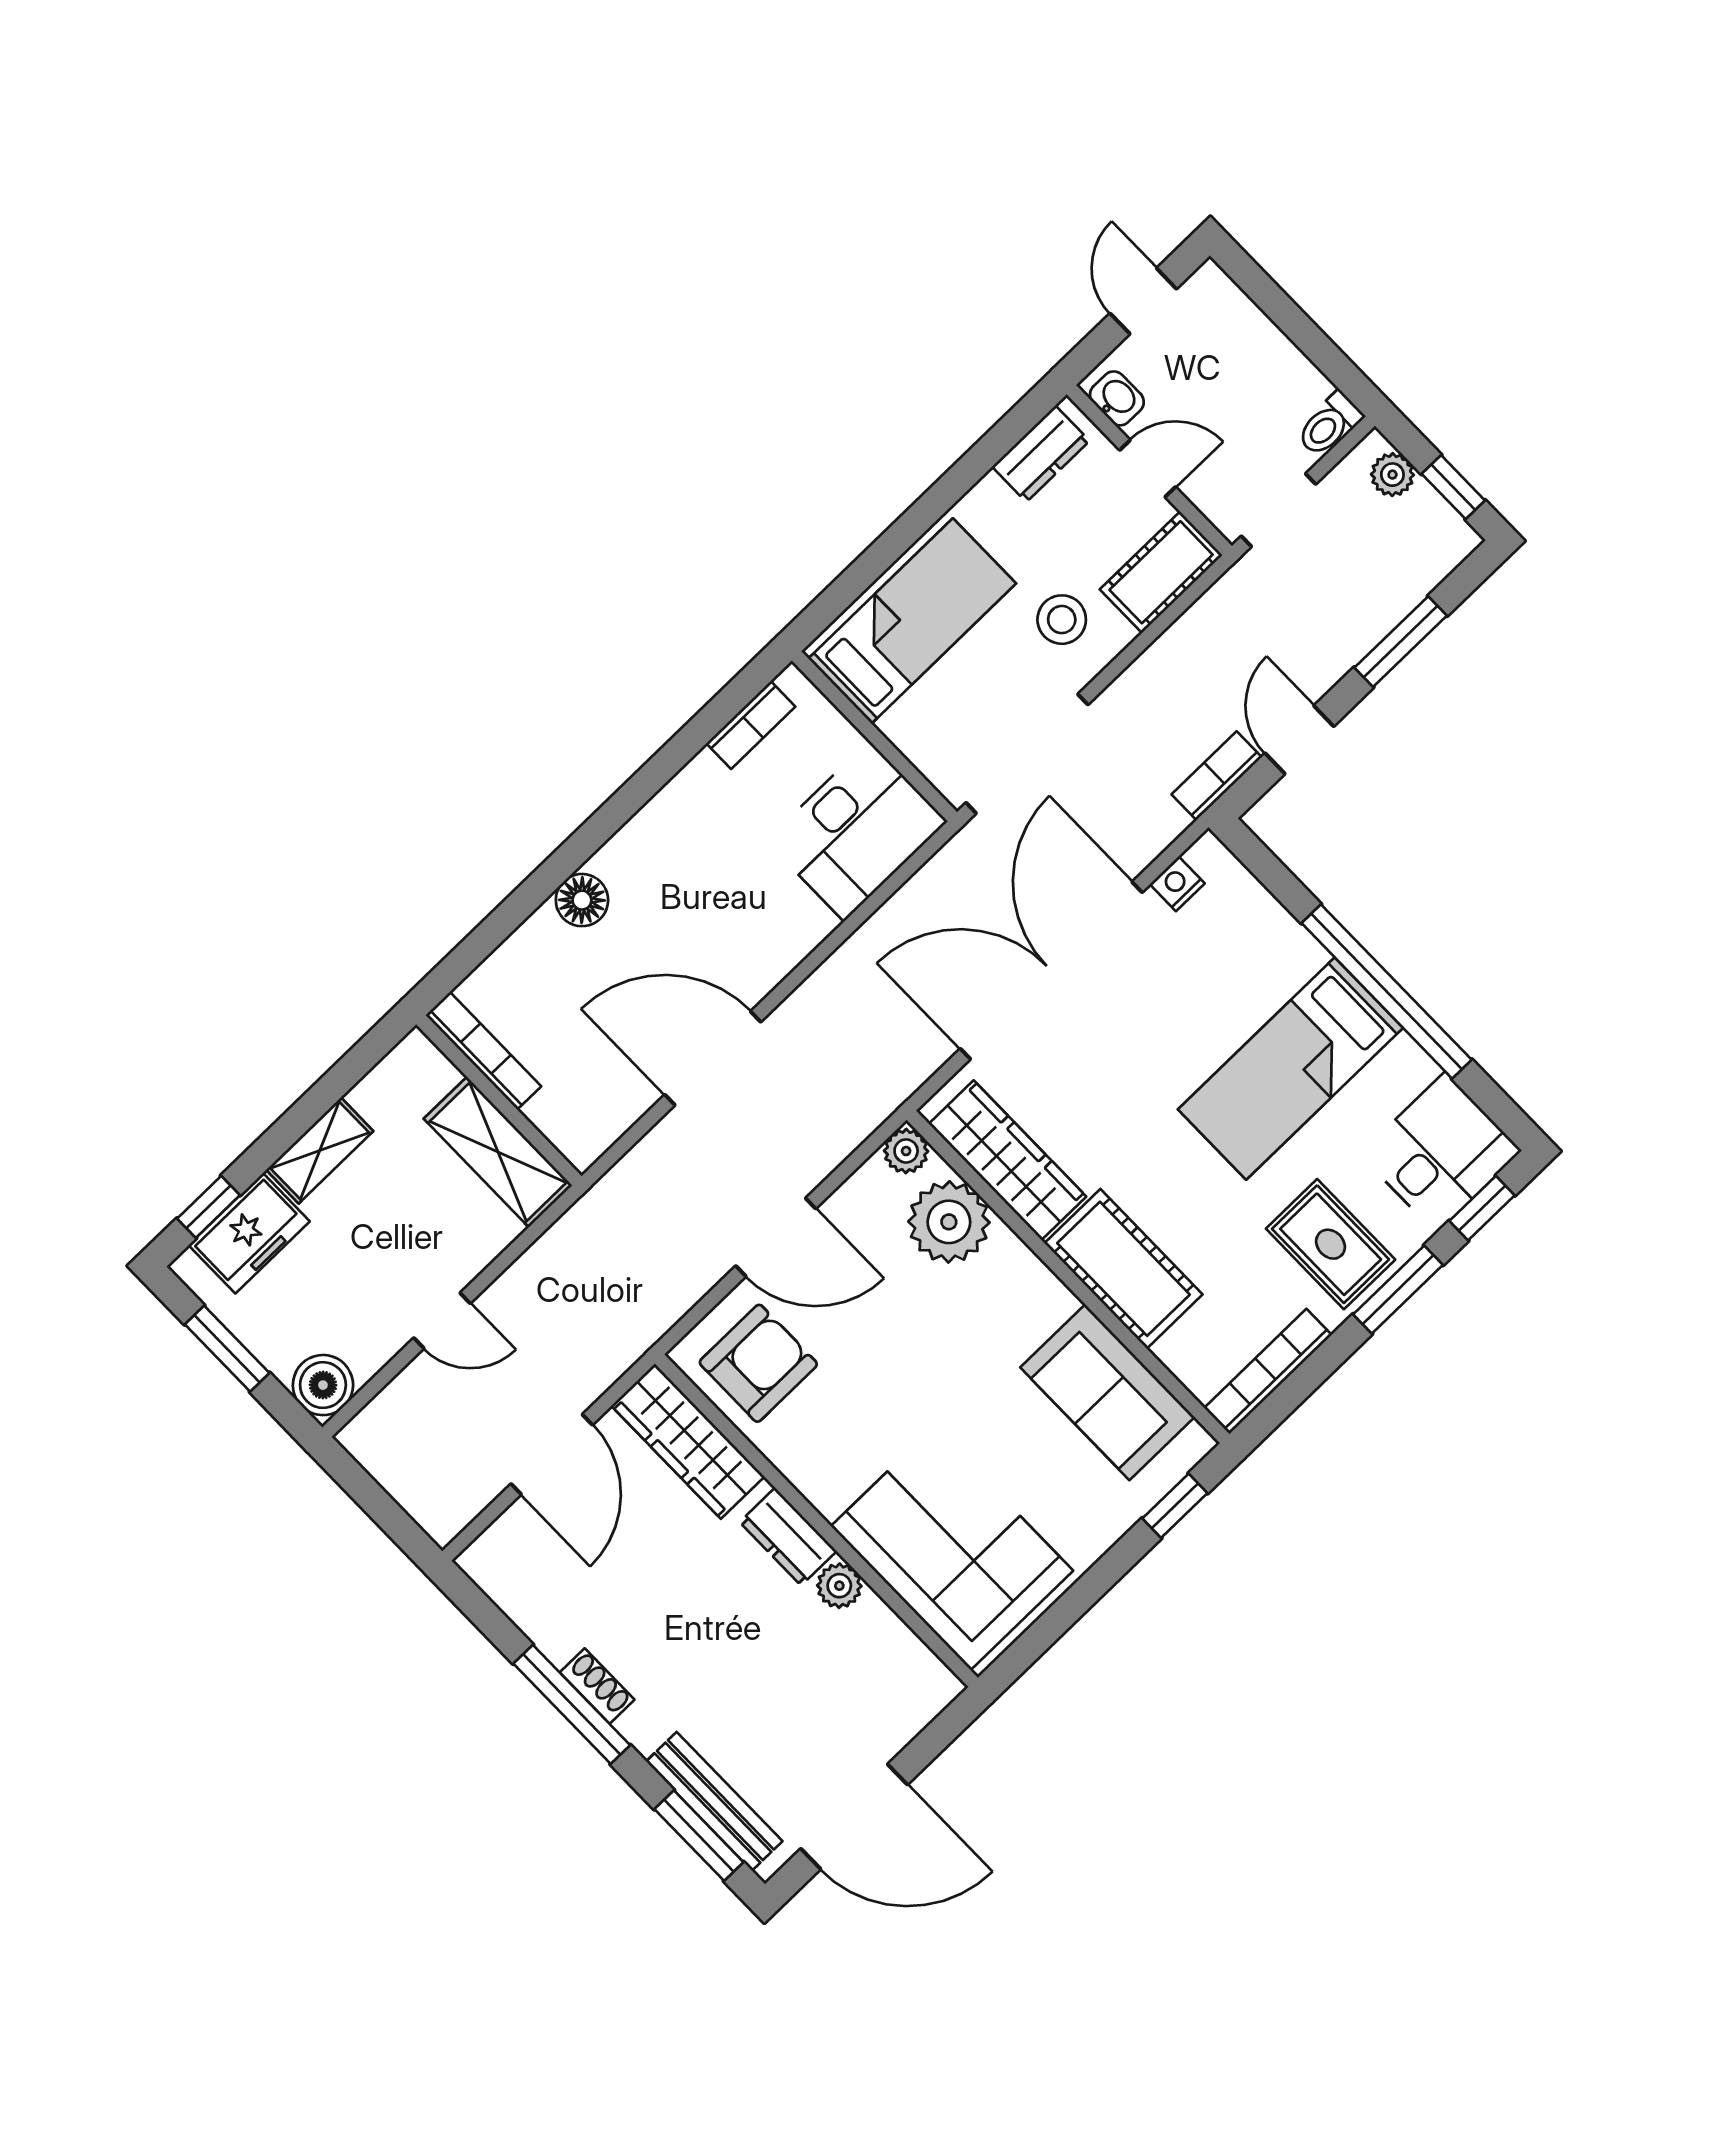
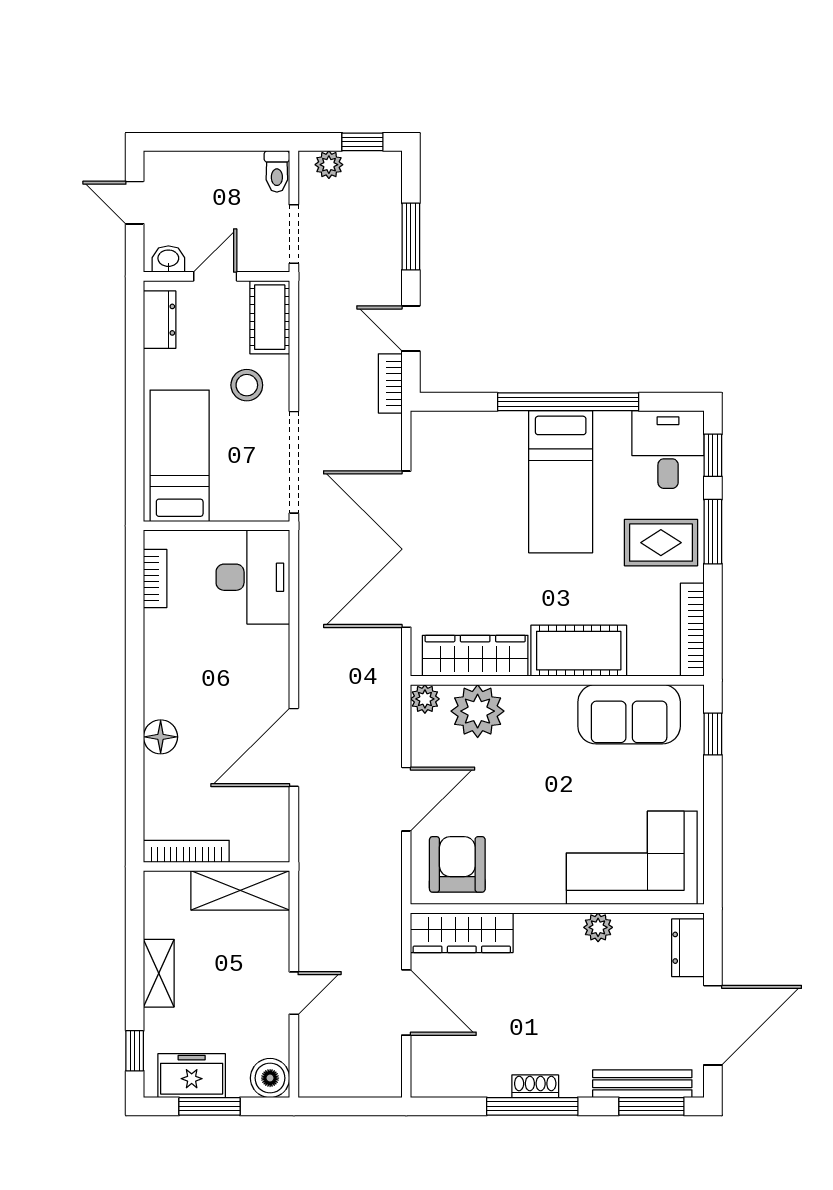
nightstand: (1177, 884) -> (423, 451), removed
freezer: (249, 1233) -> (192, 1076), moved, turned -90
dresser: (788, 1537) -> (688, 948), moved, turned 90

